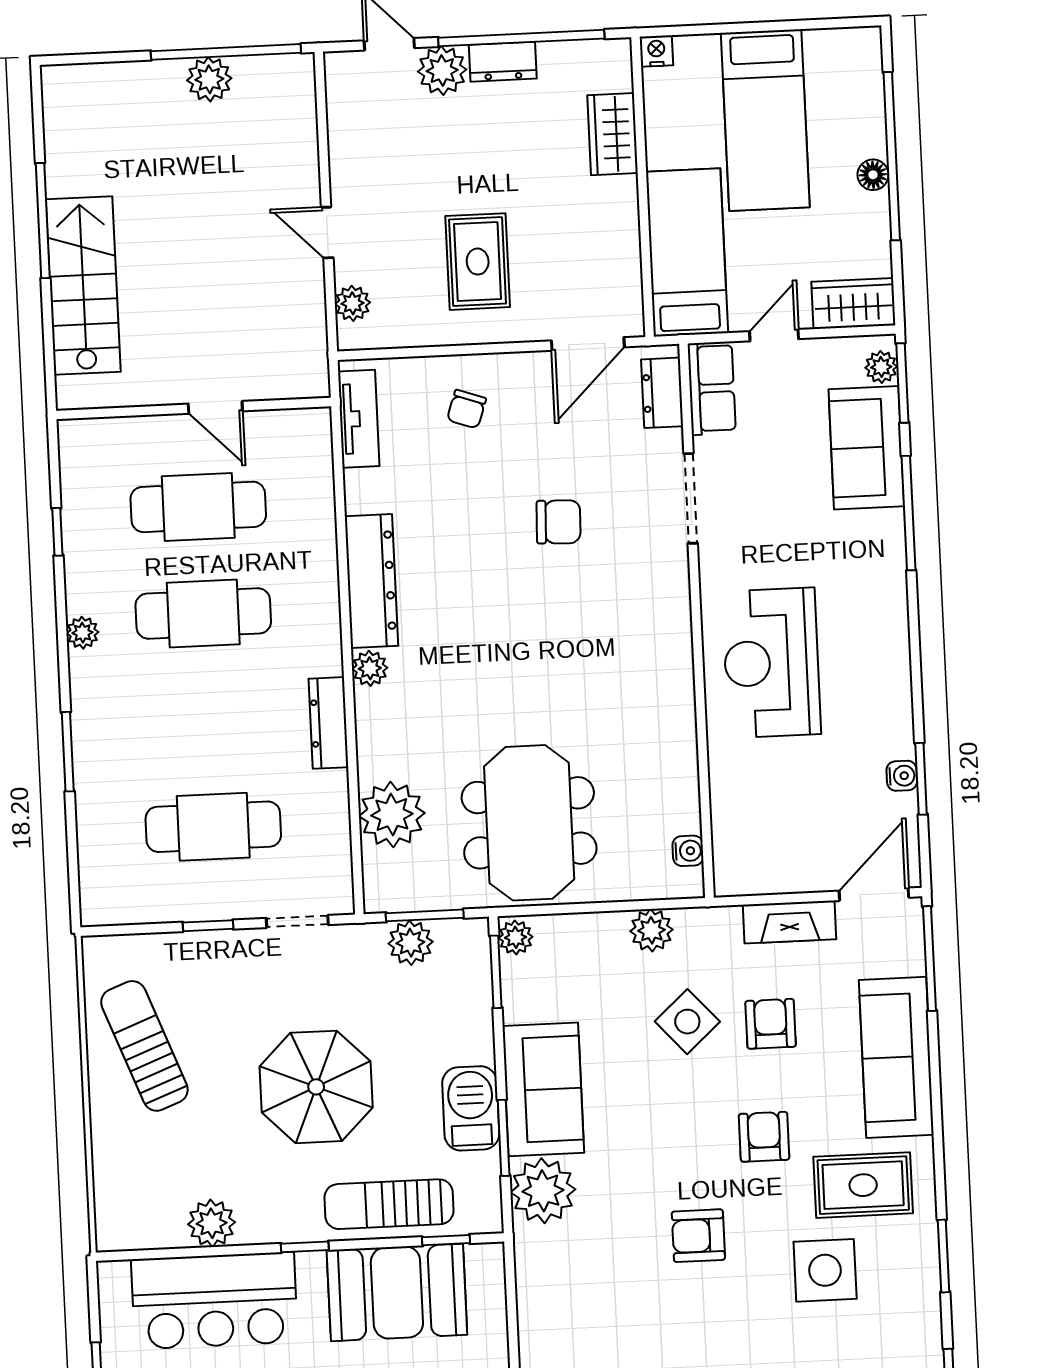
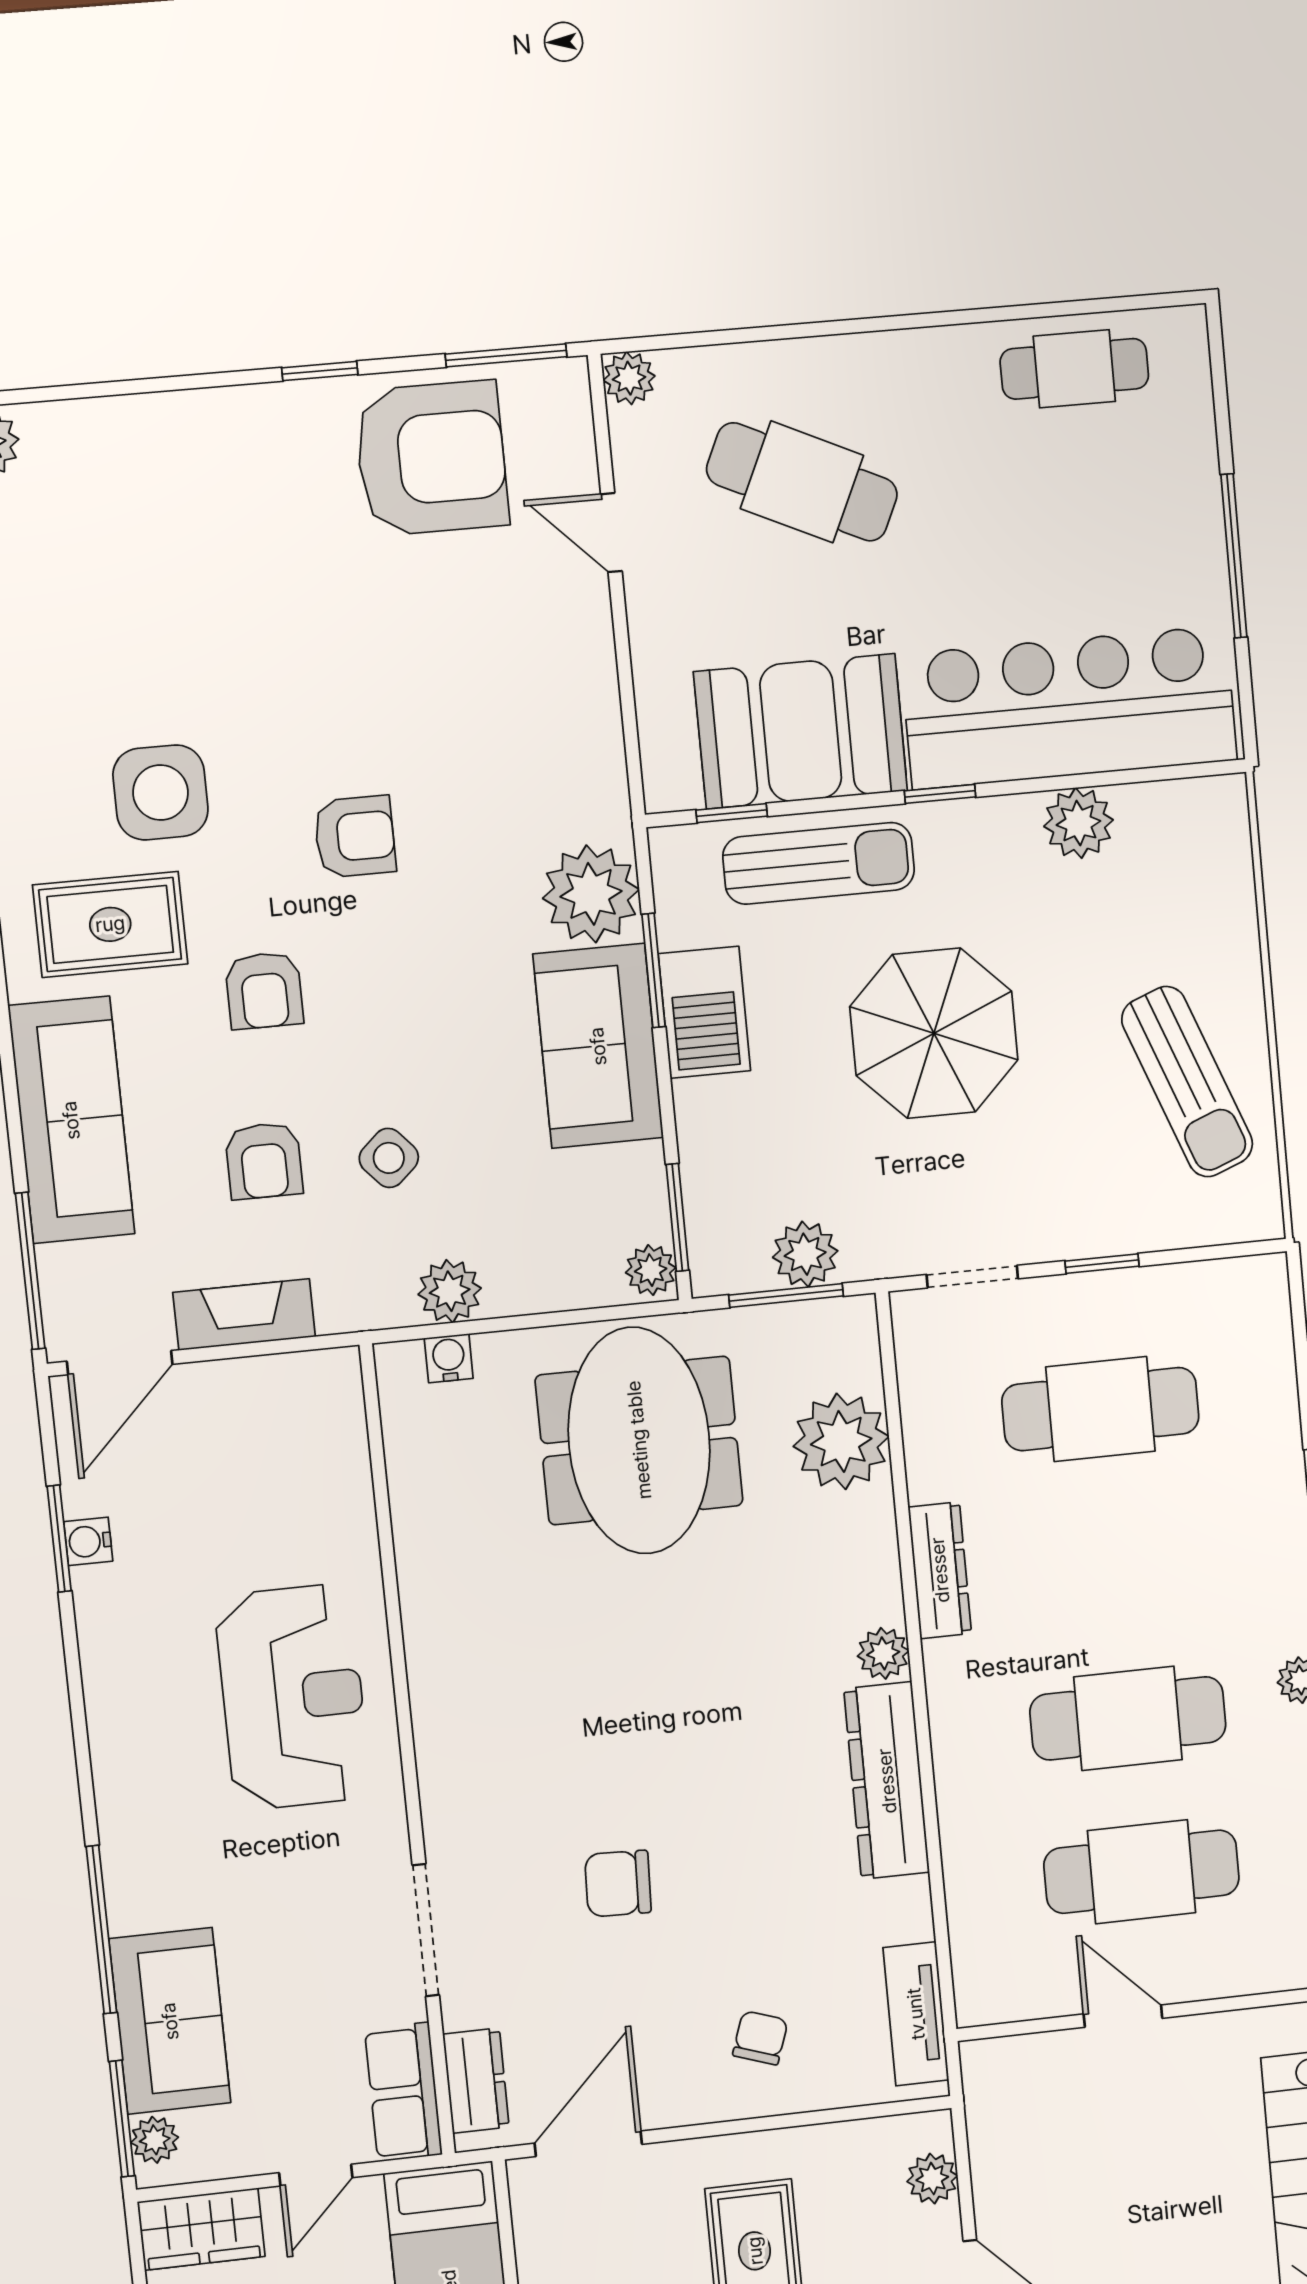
water cooler: (688, 851) -> (449, 1358), moved, turned 90
side table: (687, 1022) -> (389, 1158), width x0.73, depth x0.73
bar counter: (214, 1301) -> (1069, 707), width x1.36

